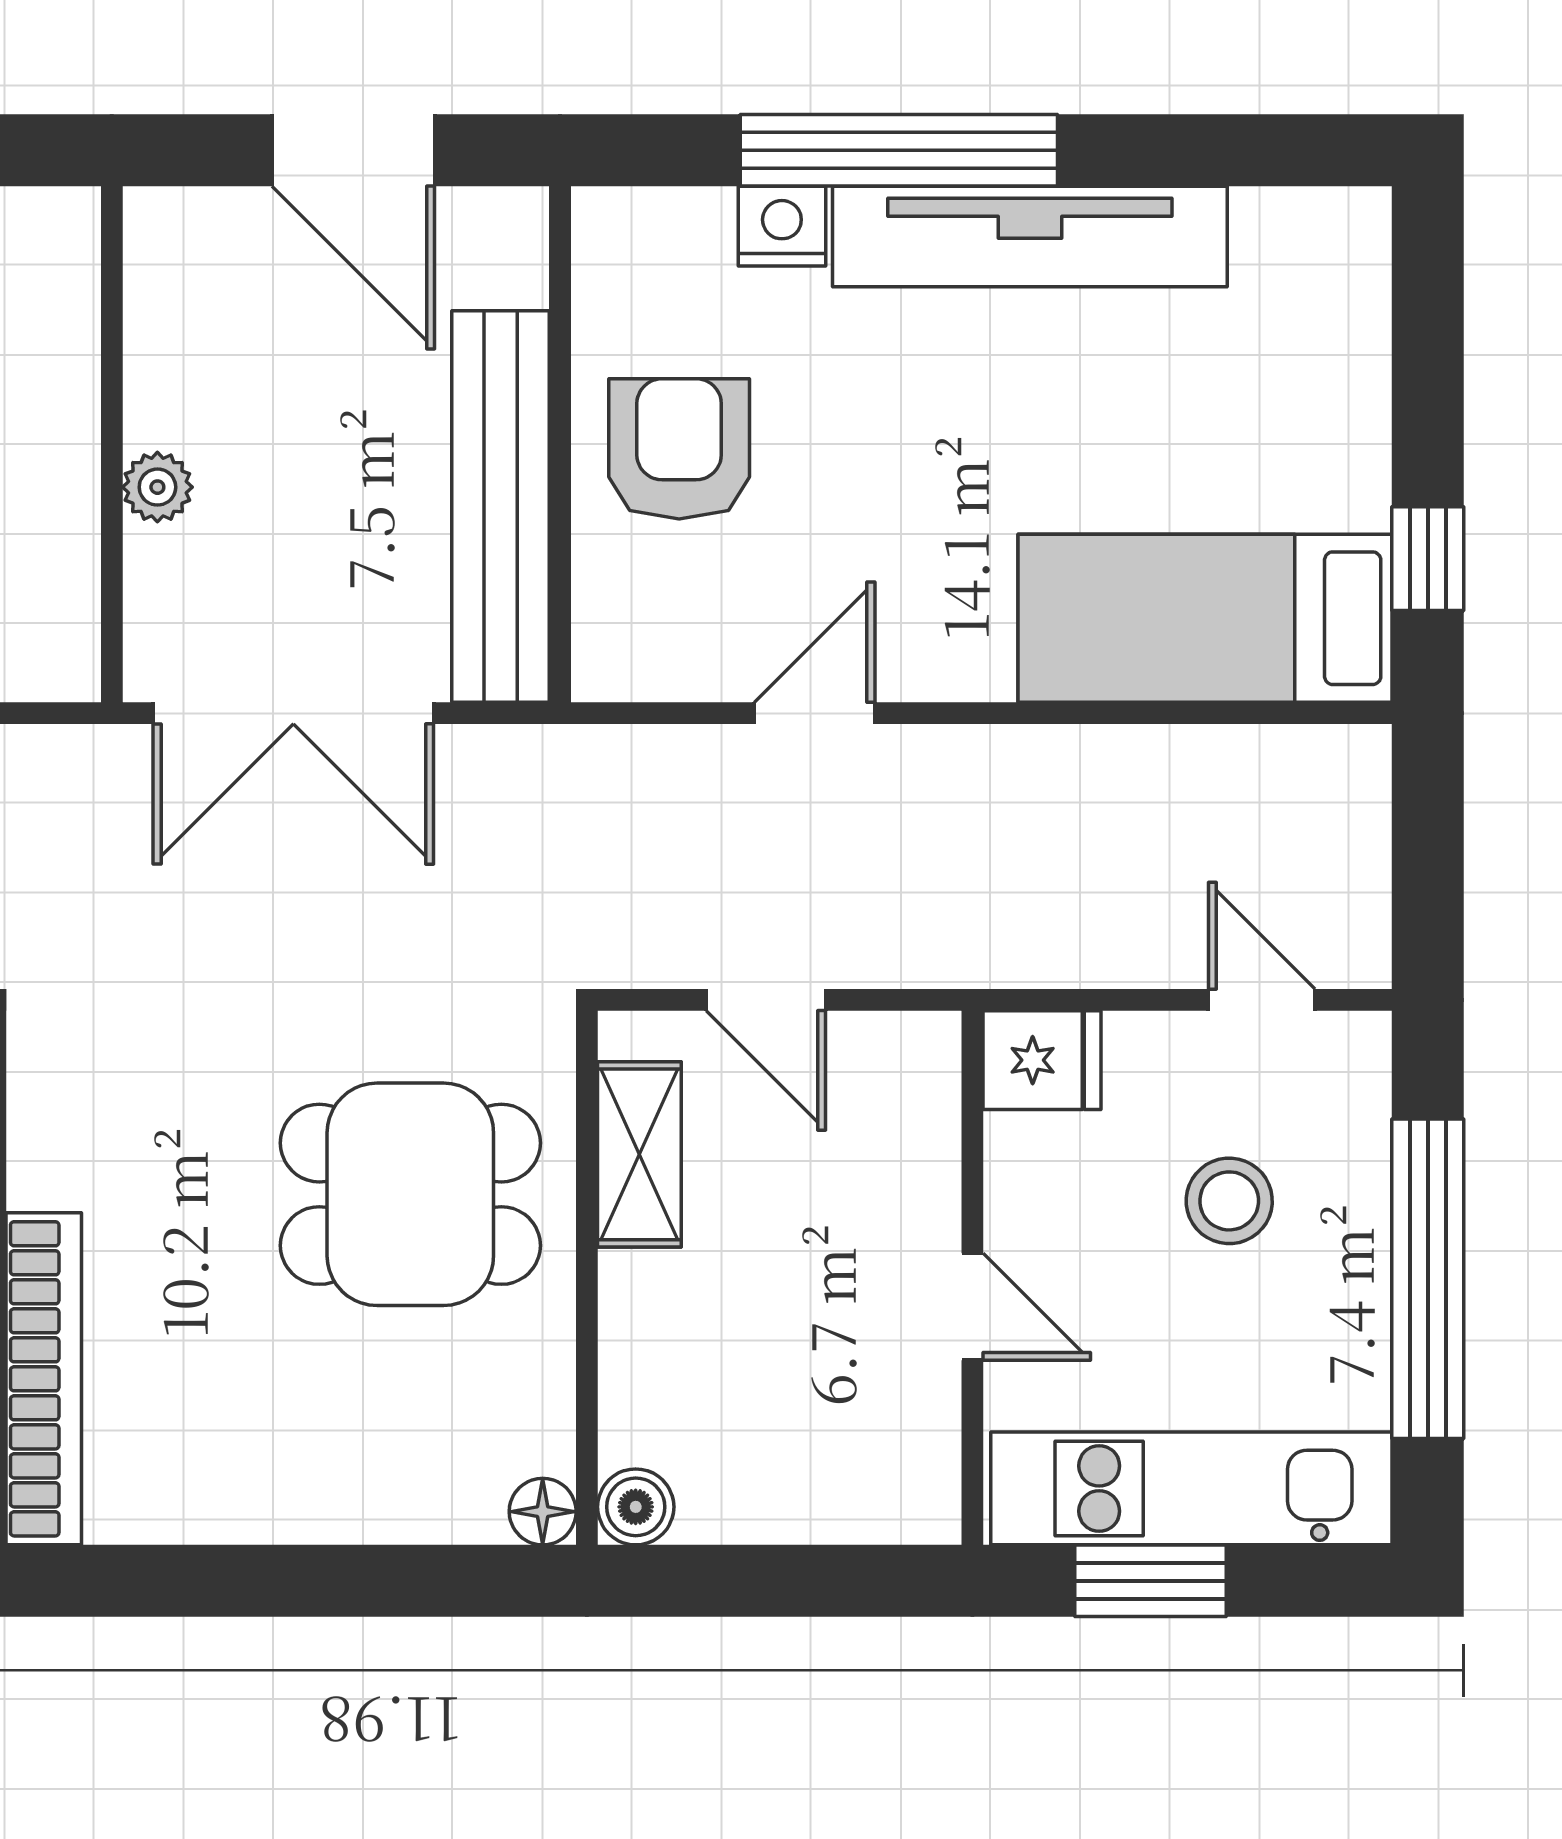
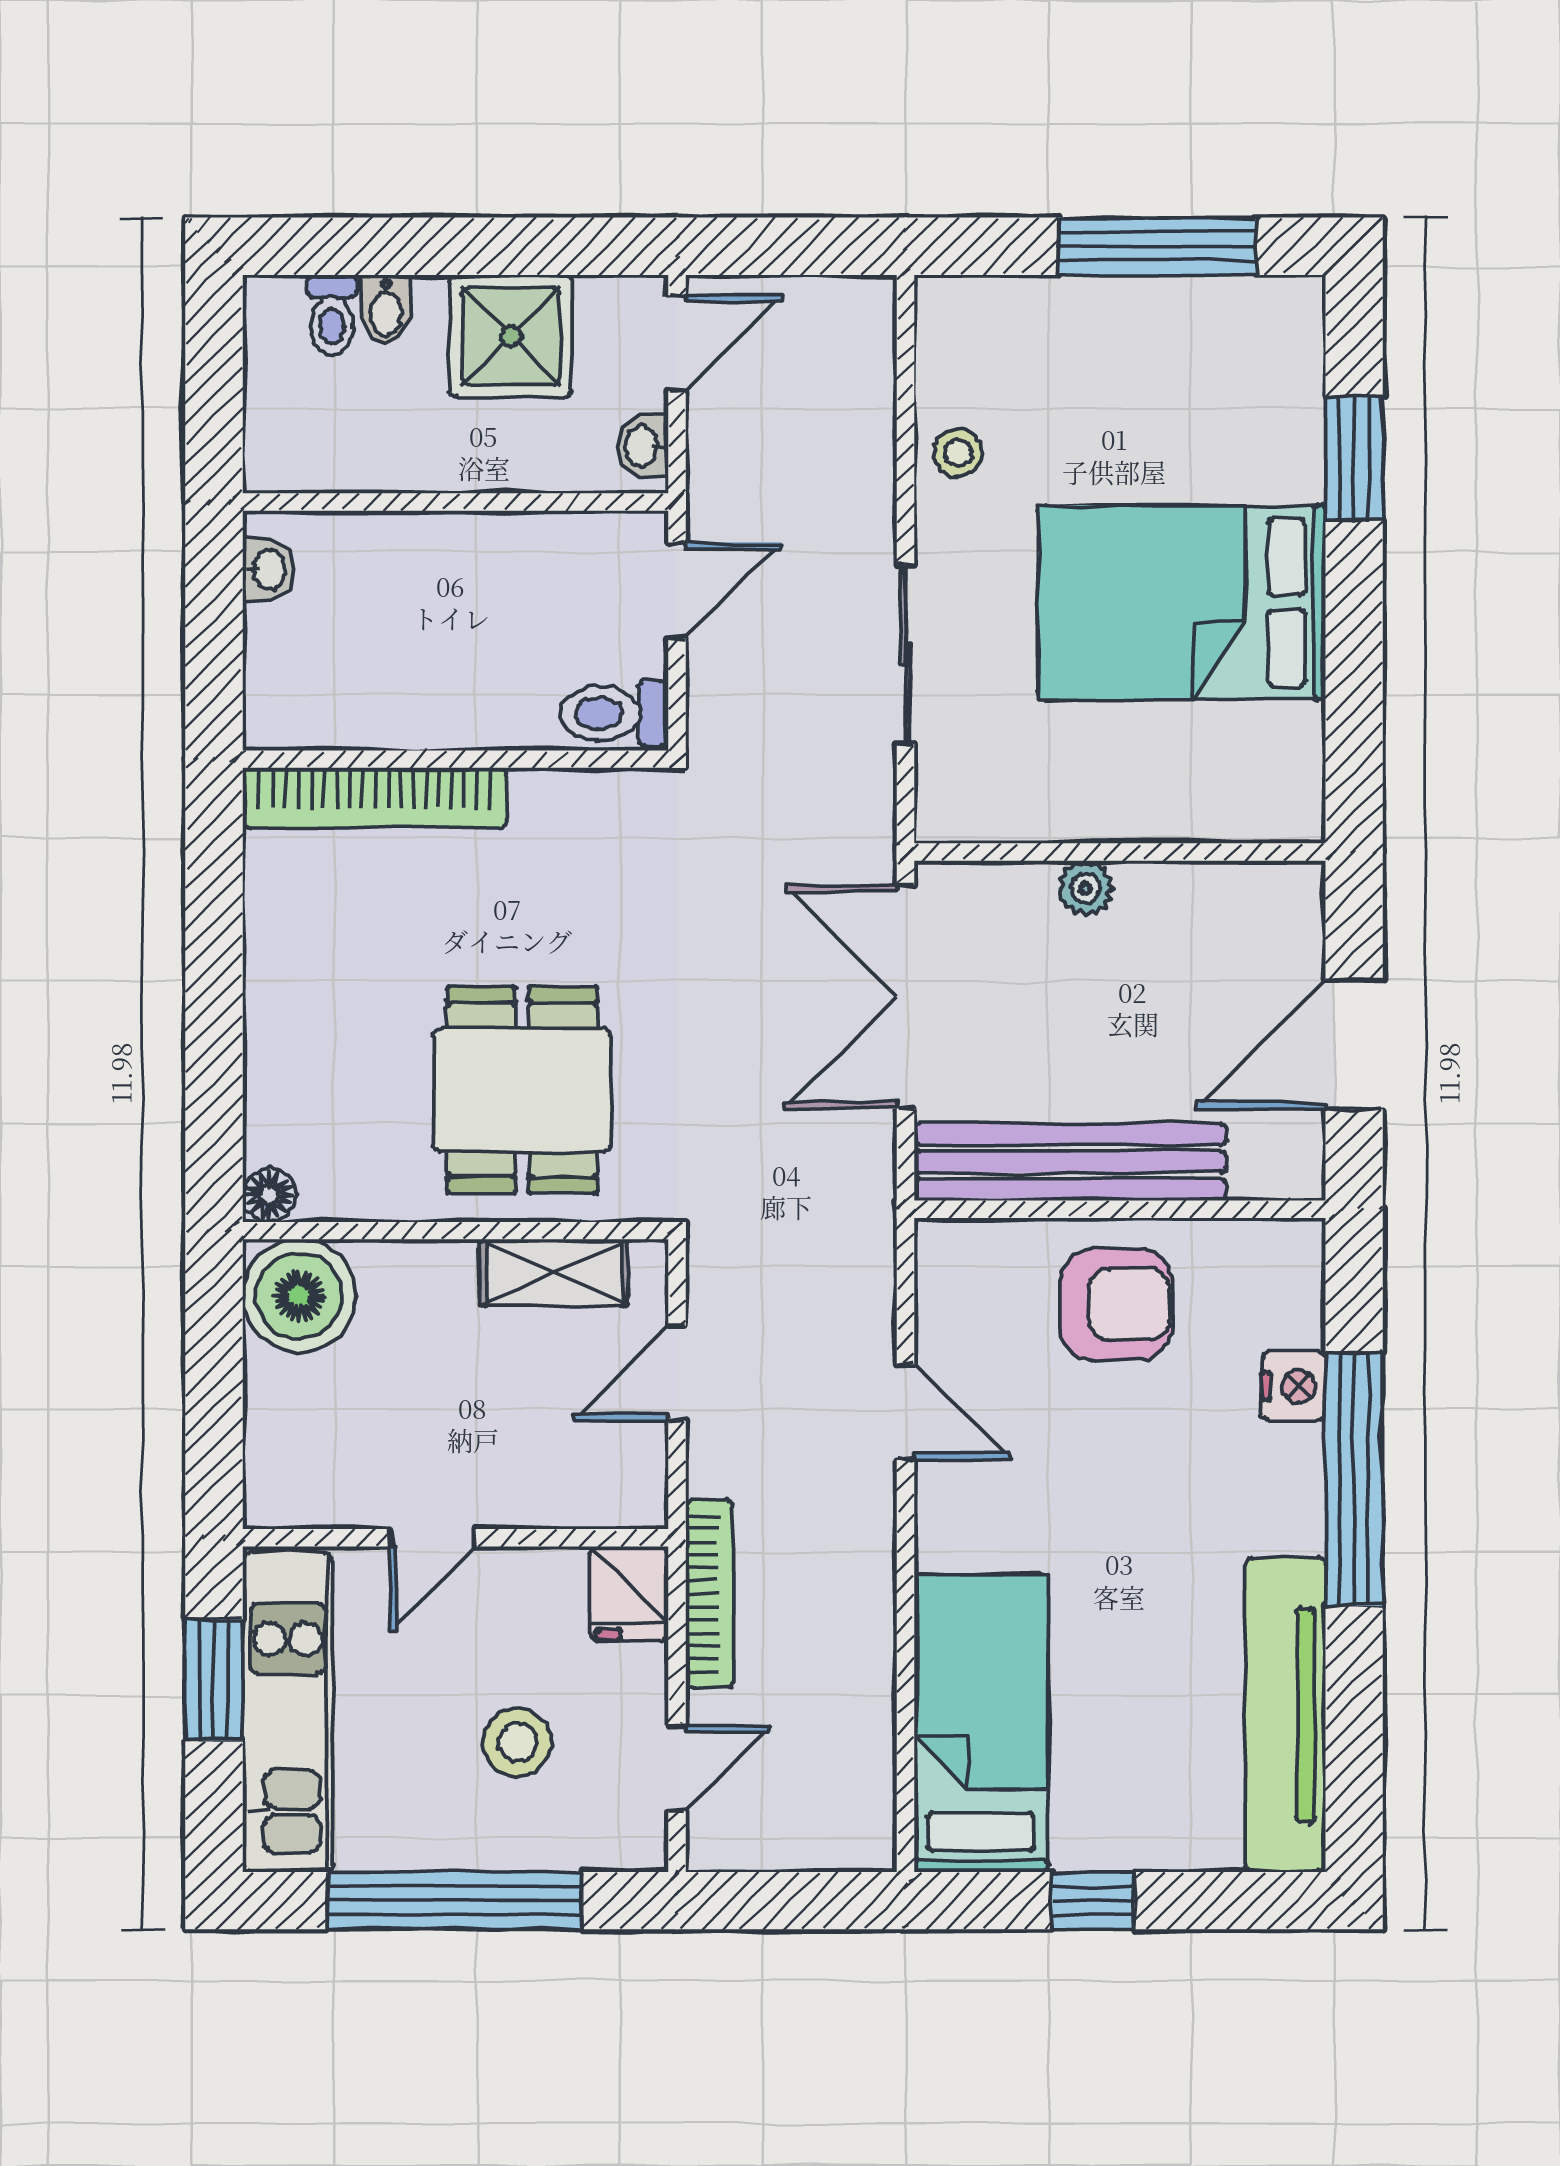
tv unit: (1030, 236) -> (1285, 1715), moved
window: (1428, 559) -> (1093, 1901), moved
bookcase: (1043, 959) -> (710, 1594), added
boiler: (636, 1507) -> (299, 1296), width x1.86, depth x1.86

